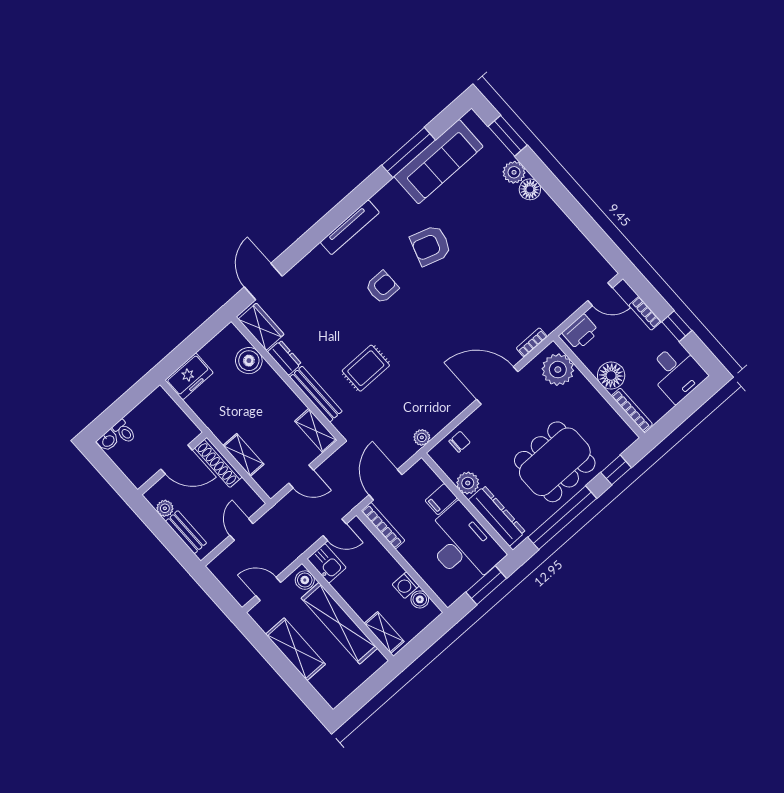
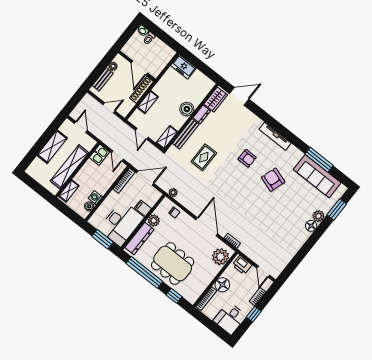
boiler: (249, 361) -> (187, 109), moved
rug: (366, 368) -> (204, 157), turned 90
boiler: (305, 580) -> (89, 145), removed

